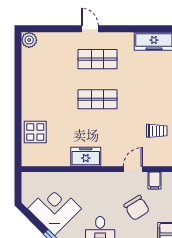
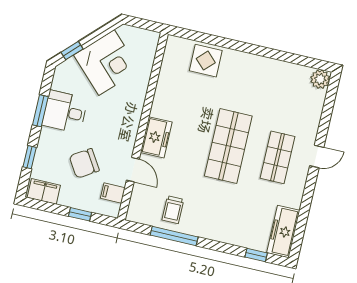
shop shelf: (97, 99) -> (228, 146), width x1.43, depth x1.36
freezer: (86, 157) -> (156, 137), moved

